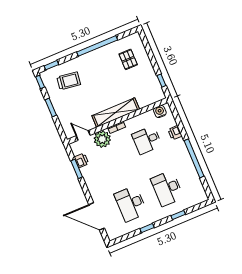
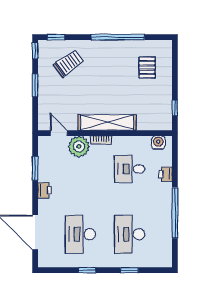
trolley: (69, 81) -> (68, 63), turned -44
printer: (81, 160) -> (45, 190), moved

